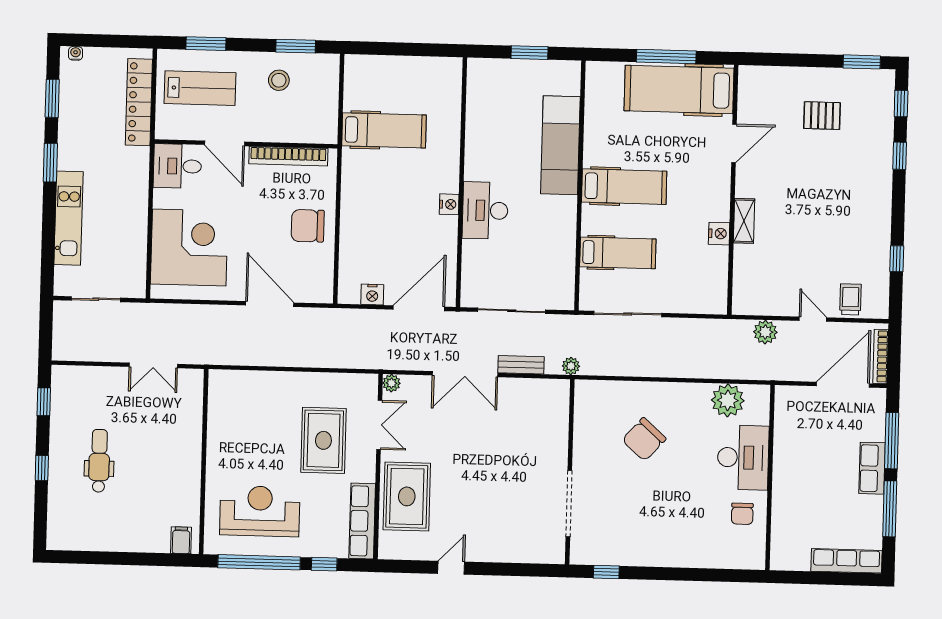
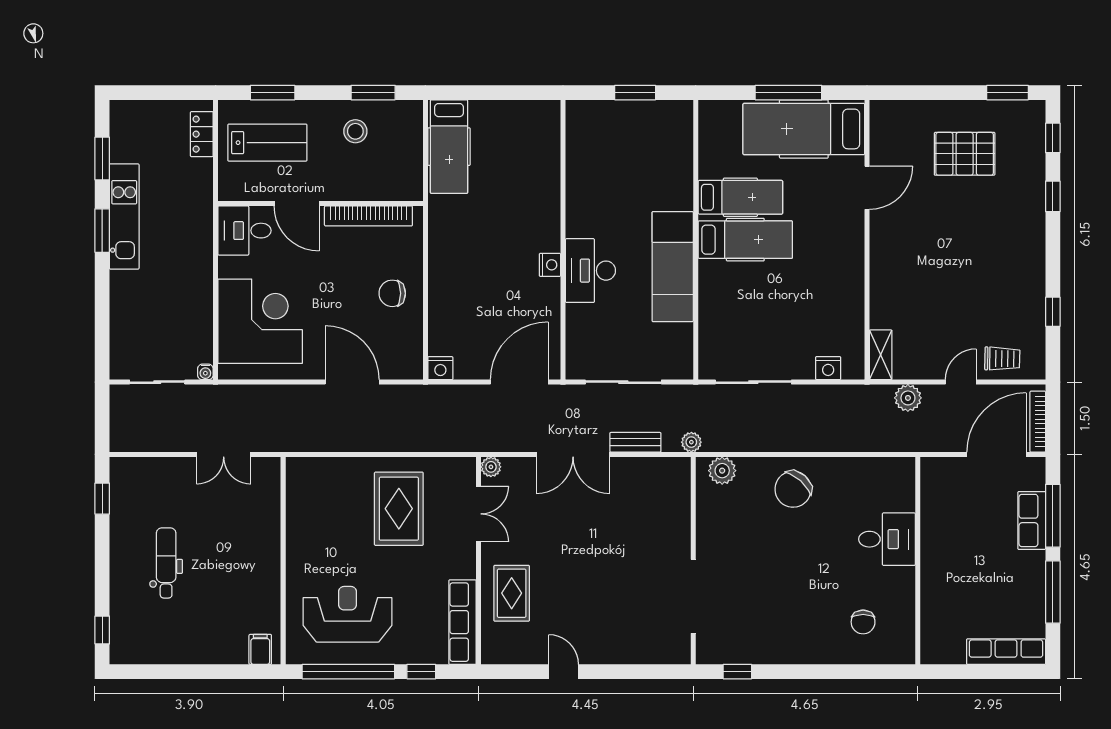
water cooler: (76, 53) -> (205, 372), moved, turned 180
locker: (139, 102) -> (202, 134), width x0.46, depth x0.83
pallet: (822, 116) -> (965, 154), width x1.50, depth x1.42
hospital bed: (384, 130) -> (449, 147), moved, turned 90
exam couch: (560, 145) -> (673, 267), moved
kitchen unit: (69, 218) -> (124, 216), moved
shelving: (744, 221) -> (881, 355), moved
chair: (308, 226) -> (392, 293), width x0.73, depth x0.73
nightstand: (719, 234) -> (828, 368), moved, turned 90
hospital bed: (618, 253) -> (740, 197), moved
nightstand: (372, 294) -> (440, 368), moved
trolley: (850, 299) -> (1002, 359), turned 91
door: (813, 319) -> (961, 382), hinge flipped
plant: (728, 400) -> (722, 471), moved, width x0.73, depth x0.73
chair: (644, 439) -> (793, 489), moved
rug: (323, 440) -> (399, 509), moved
desk: (743, 458) -> (887, 539), width x0.73
window: (42, 468) -> (102, 630), moved
row of seats: (872, 468) -> (1032, 520), moved
rug: (407, 496) -> (512, 593), width x0.73, depth x0.70
chair: (742, 514) -> (863, 622), moved
door: (451, 568) -> (564, 672), hinge flipped

